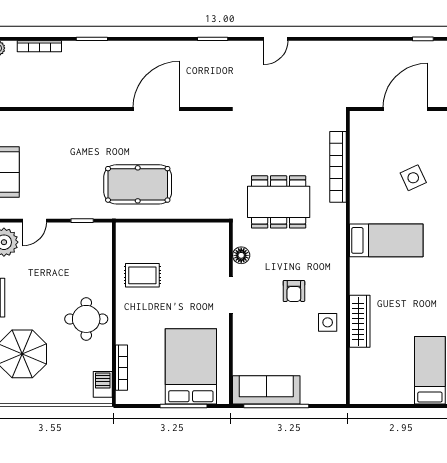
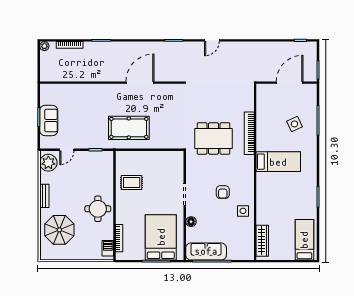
bookcase: (338, 167) -> (249, 133), moved
floor lamp: (241, 255) -> (191, 222), moved
wardrobe: (360, 321) -> (262, 241), moved

